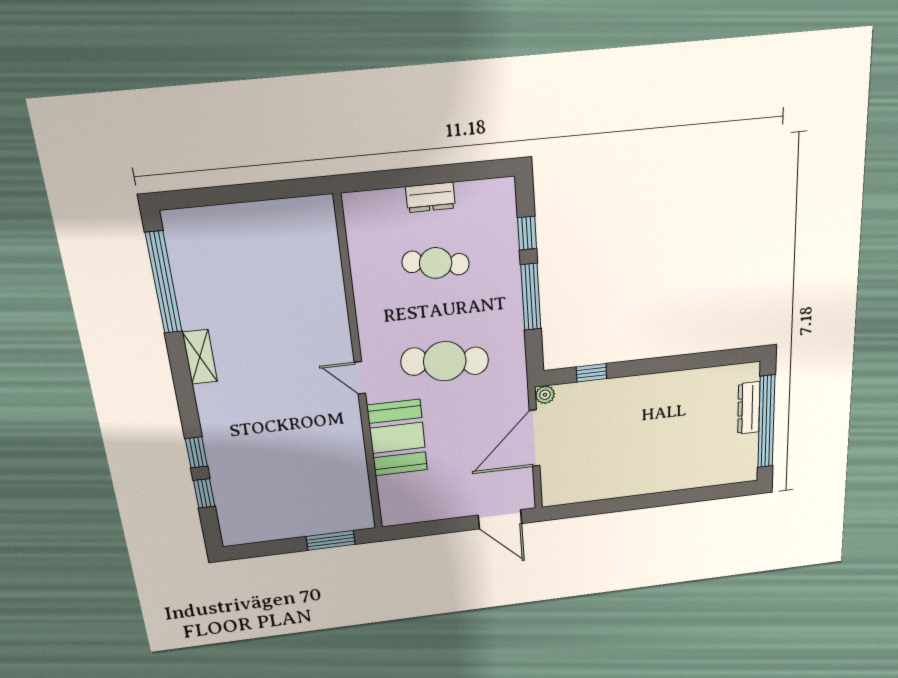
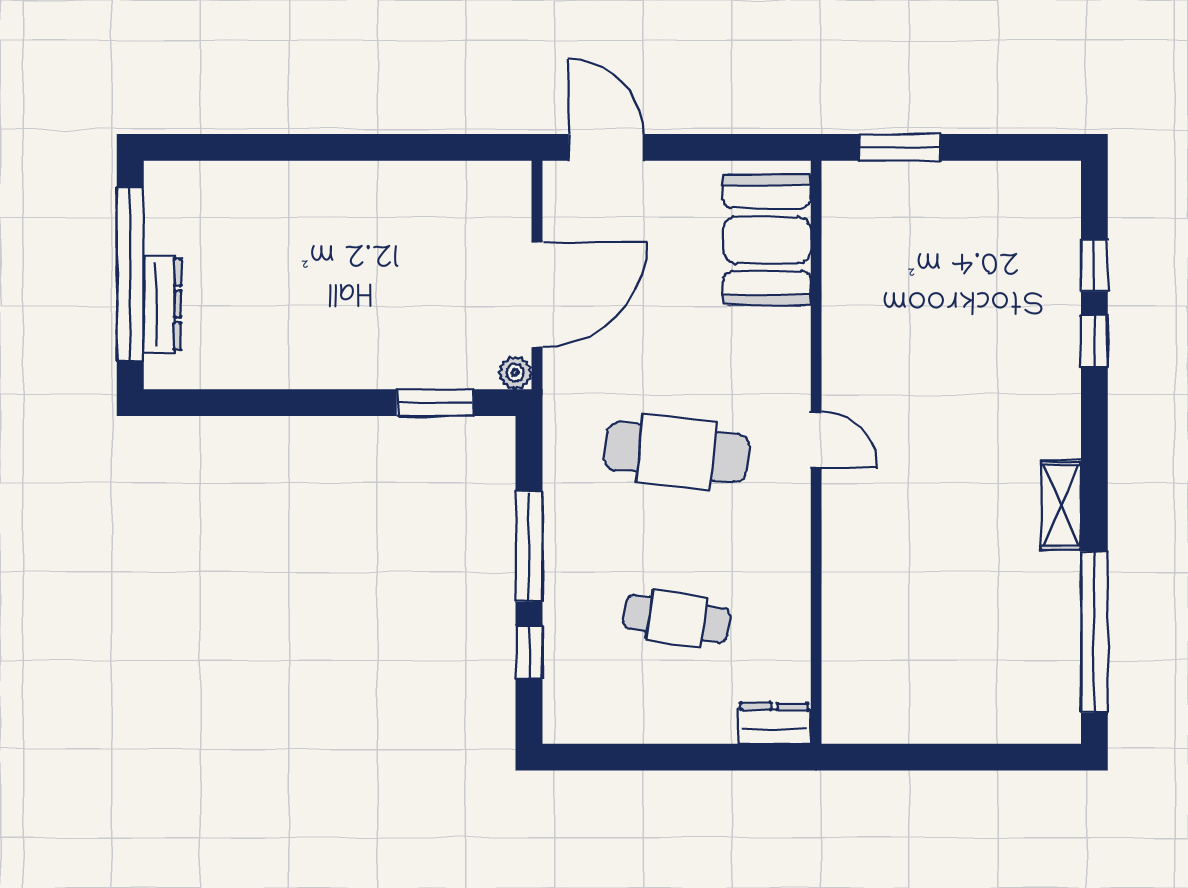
dresser: (430, 197) -> (774, 723), moved
window: (591, 373) -> (435, 403), width x1.50
booth: (397, 438) -> (767, 240), moved

